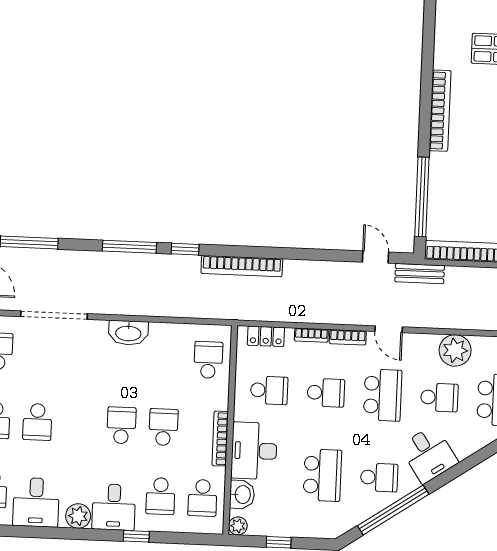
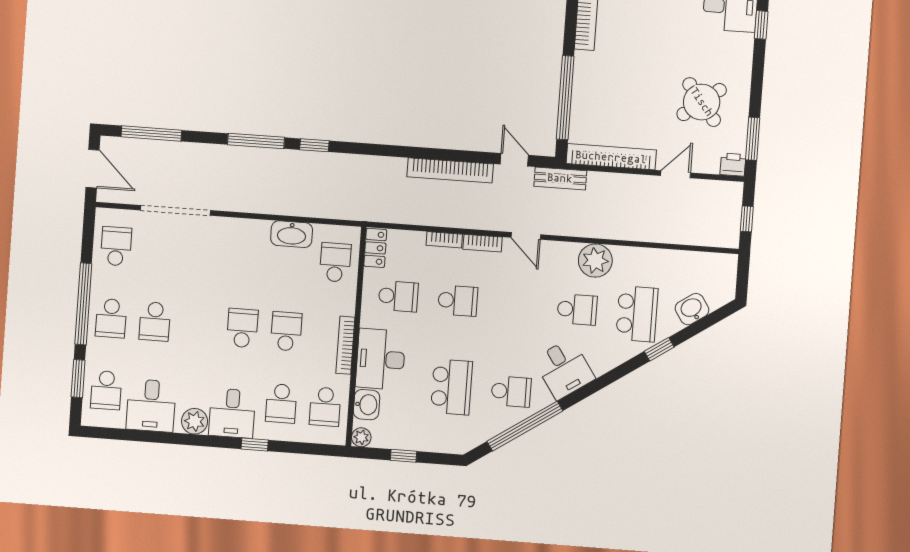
bookcase: (242, 266) -> (450, 170), moved
washbasin: (128, 333) -> (292, 234), moved
locker: (266, 336) -> (375, 248), moved, turned -90
school desk: (383, 395) -> (517, 305), removed

